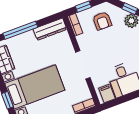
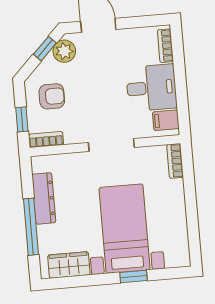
dresser: (50, 29) -> (44, 198), moved

